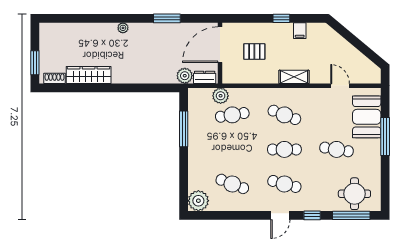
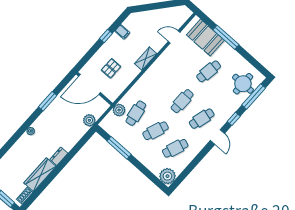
door: (220, 45) -> (90, 84), hinge flipped
dresser: (205, 77) -> (59, 156), moved
cafe table: (284, 115) -> (156, 131), moved

